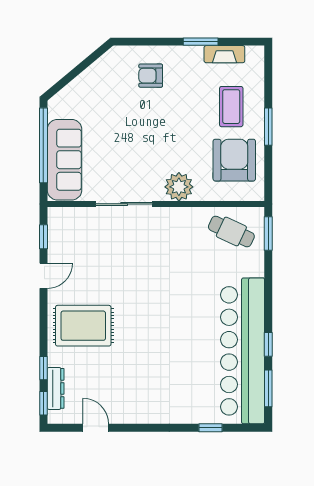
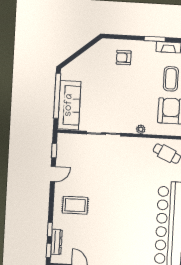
plant: (179, 187) -> (141, 129), width x0.53, depth x0.53
rug: (83, 326) -> (75, 205), width x0.73, depth x0.70

